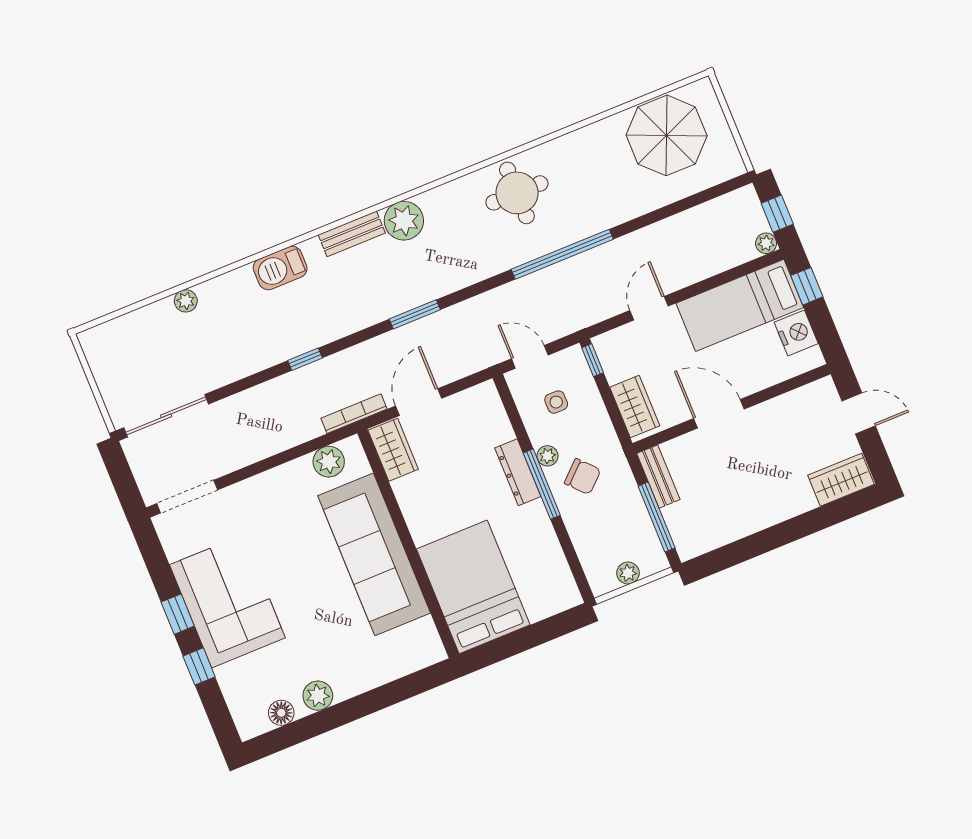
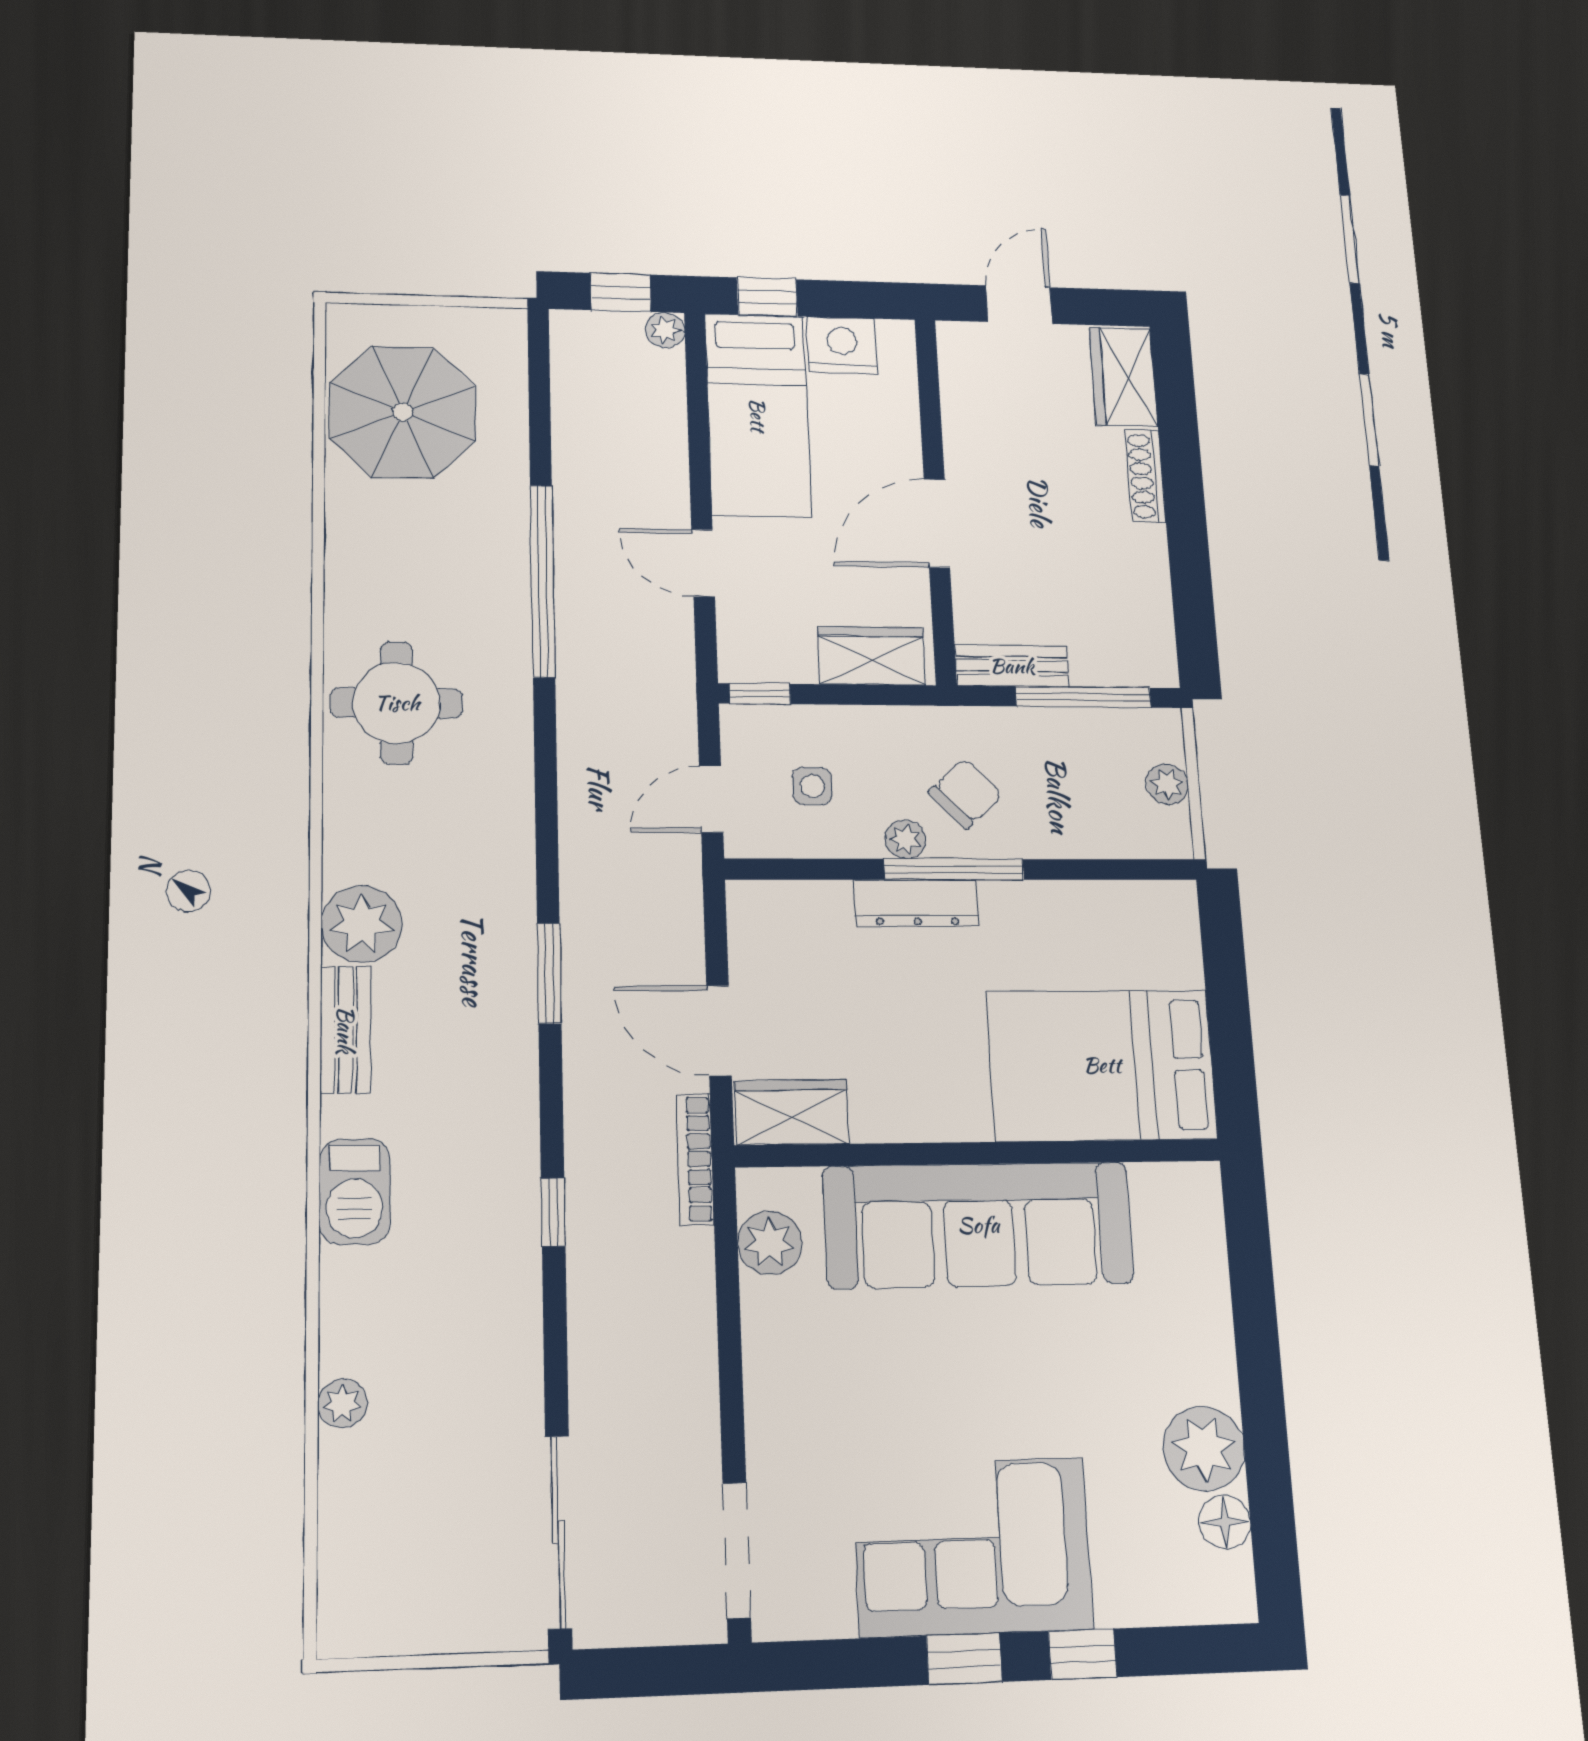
window: (562, 254) -> (543, 581), moved
shoe rack: (790, 509) -> (1145, 476), added
plant: (318, 696) -> (1204, 1449), width x1.36, depth x1.36

